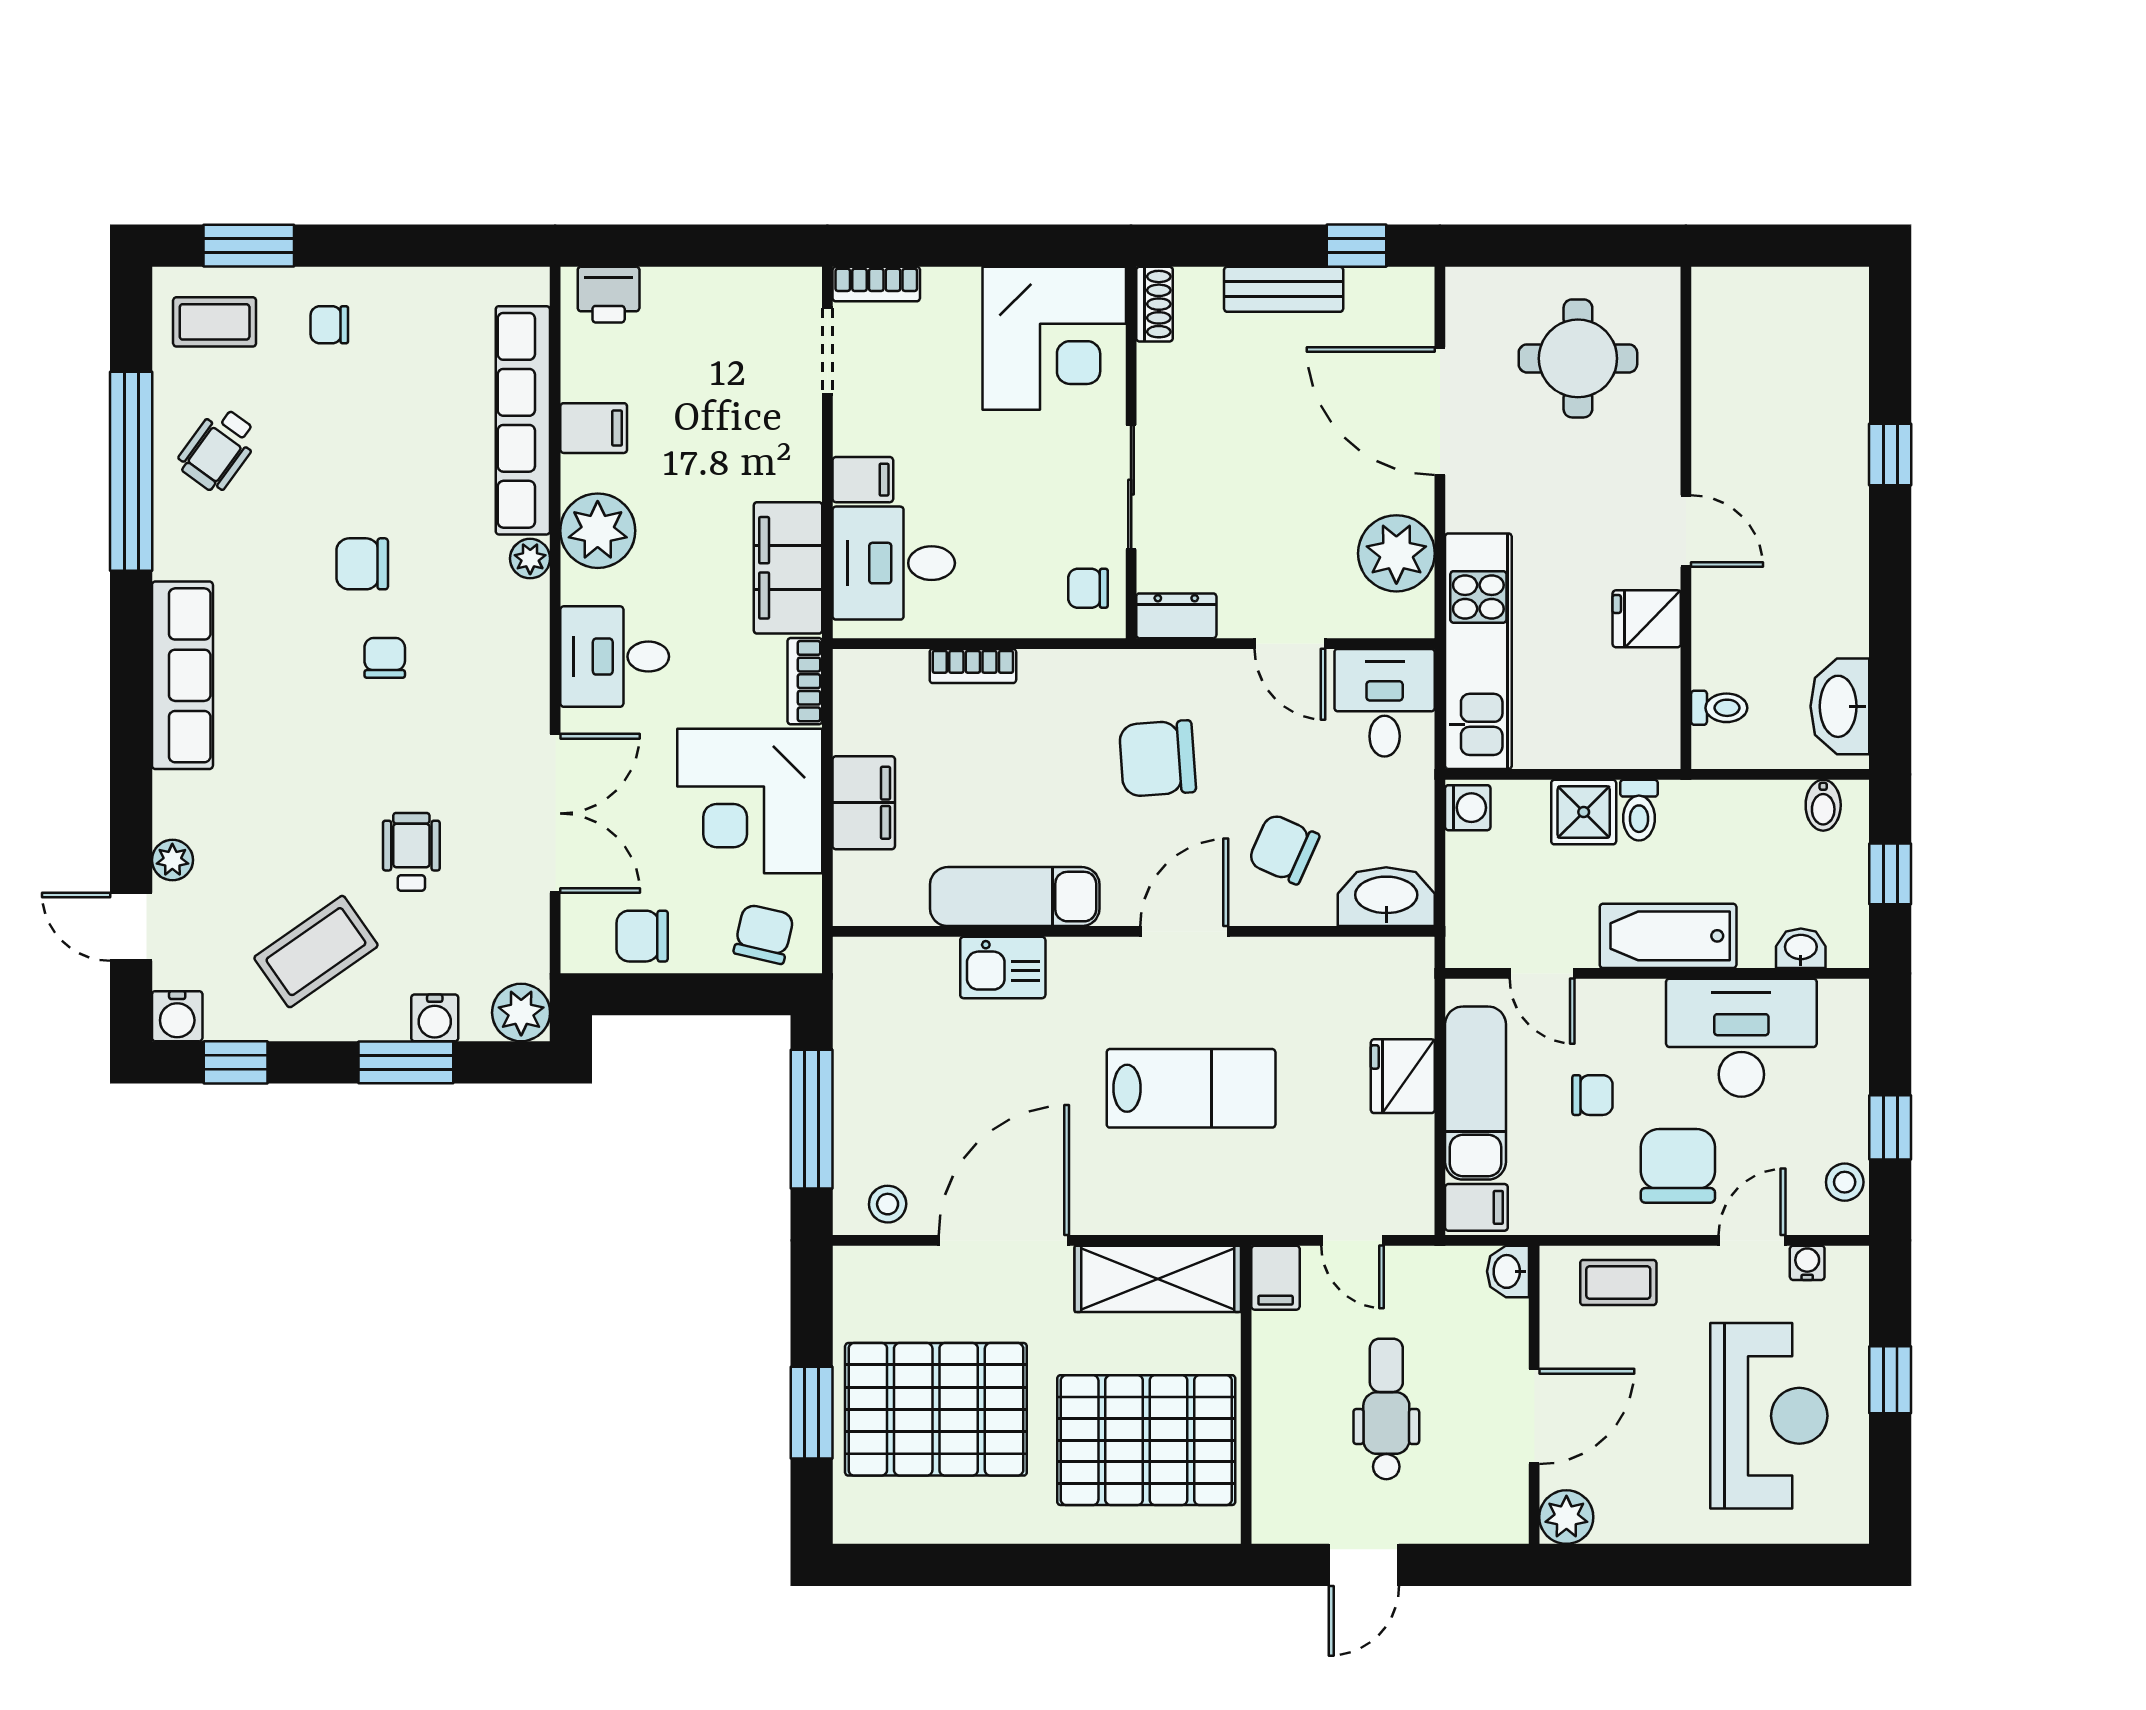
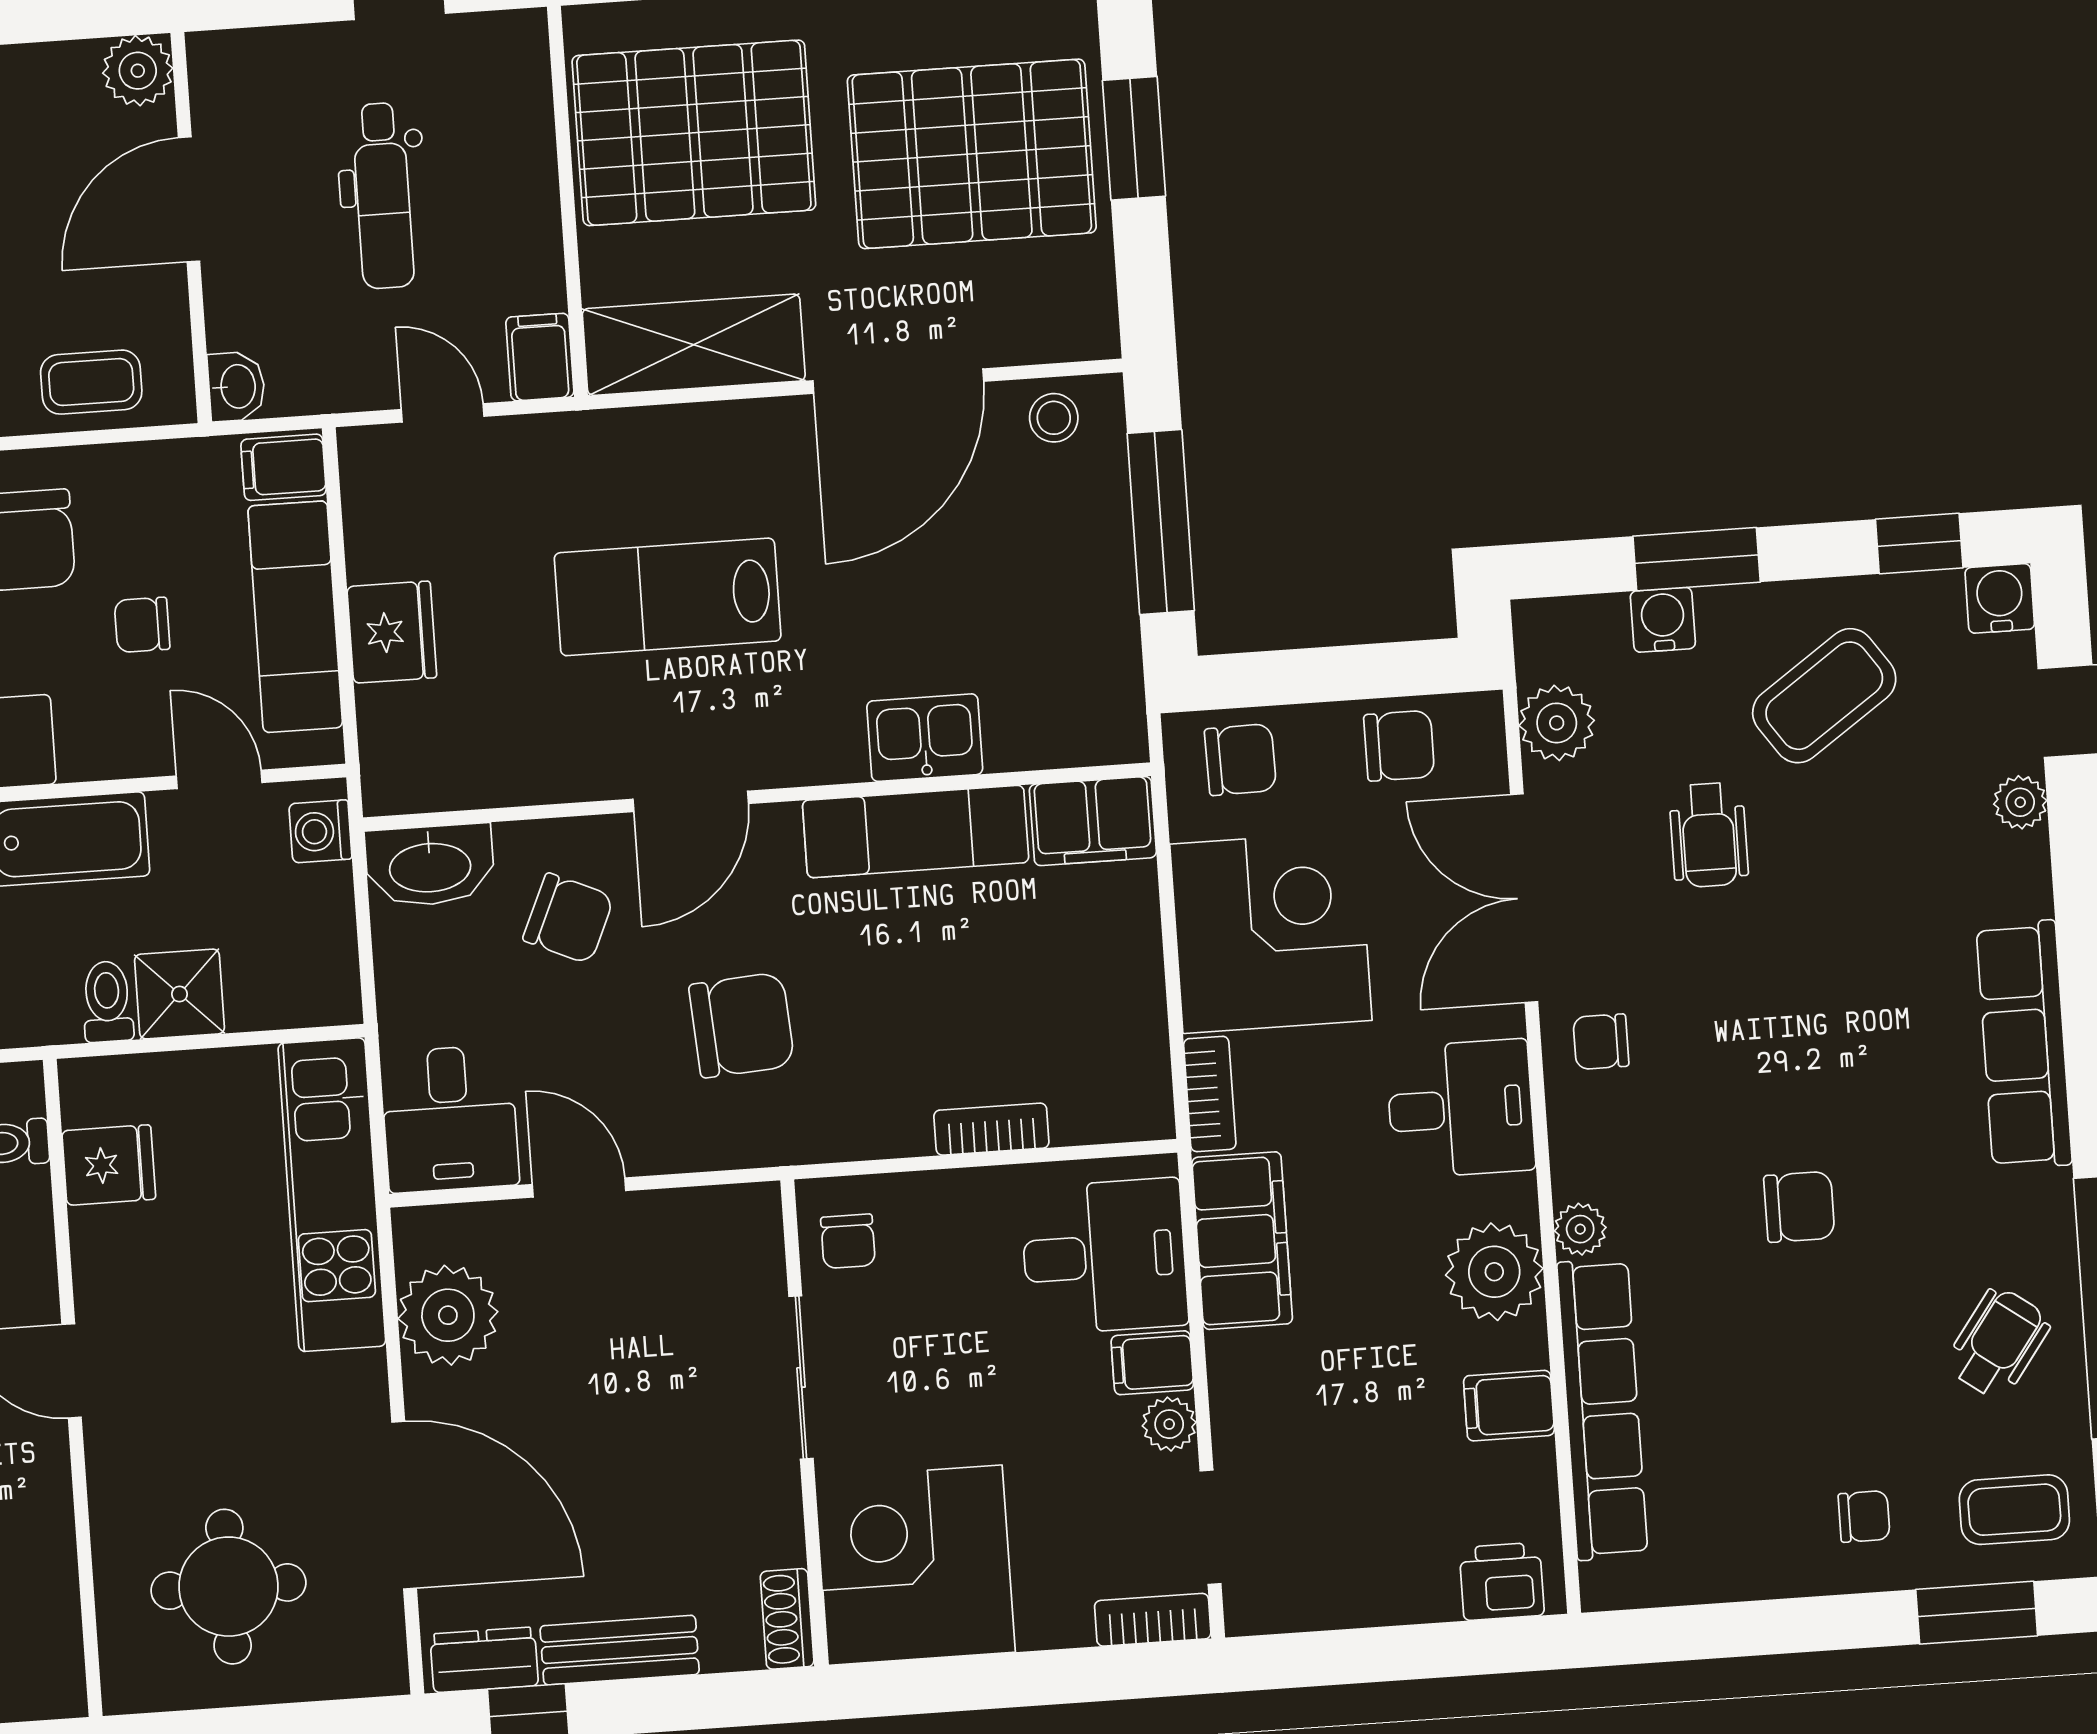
plant: (853, 432) -> (1169, 1424), added
chair: (1088, 588) -> (848, 1241), turned 90
dresser: (1176, 616) -> (484, 1660), moved, turned 180
fridge: (1647, 619) -> (109, 1165), moved
chair: (385, 658) -> (1601, 1042), moved, turned 90
filing cabinet: (864, 803) -> (1093, 821), moved, turned -90
washing machine: (1468, 808) -> (320, 831), moved
chair: (764, 934) -> (1240, 760), turned -104
plant: (521, 1013) -> (1557, 723), moved

